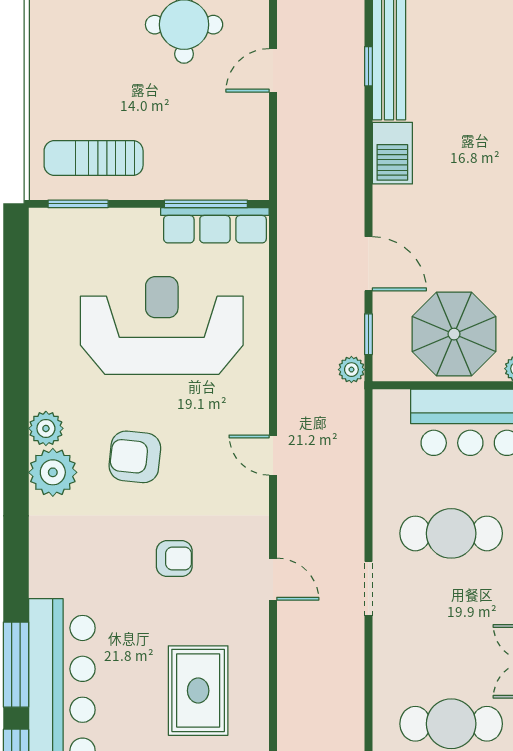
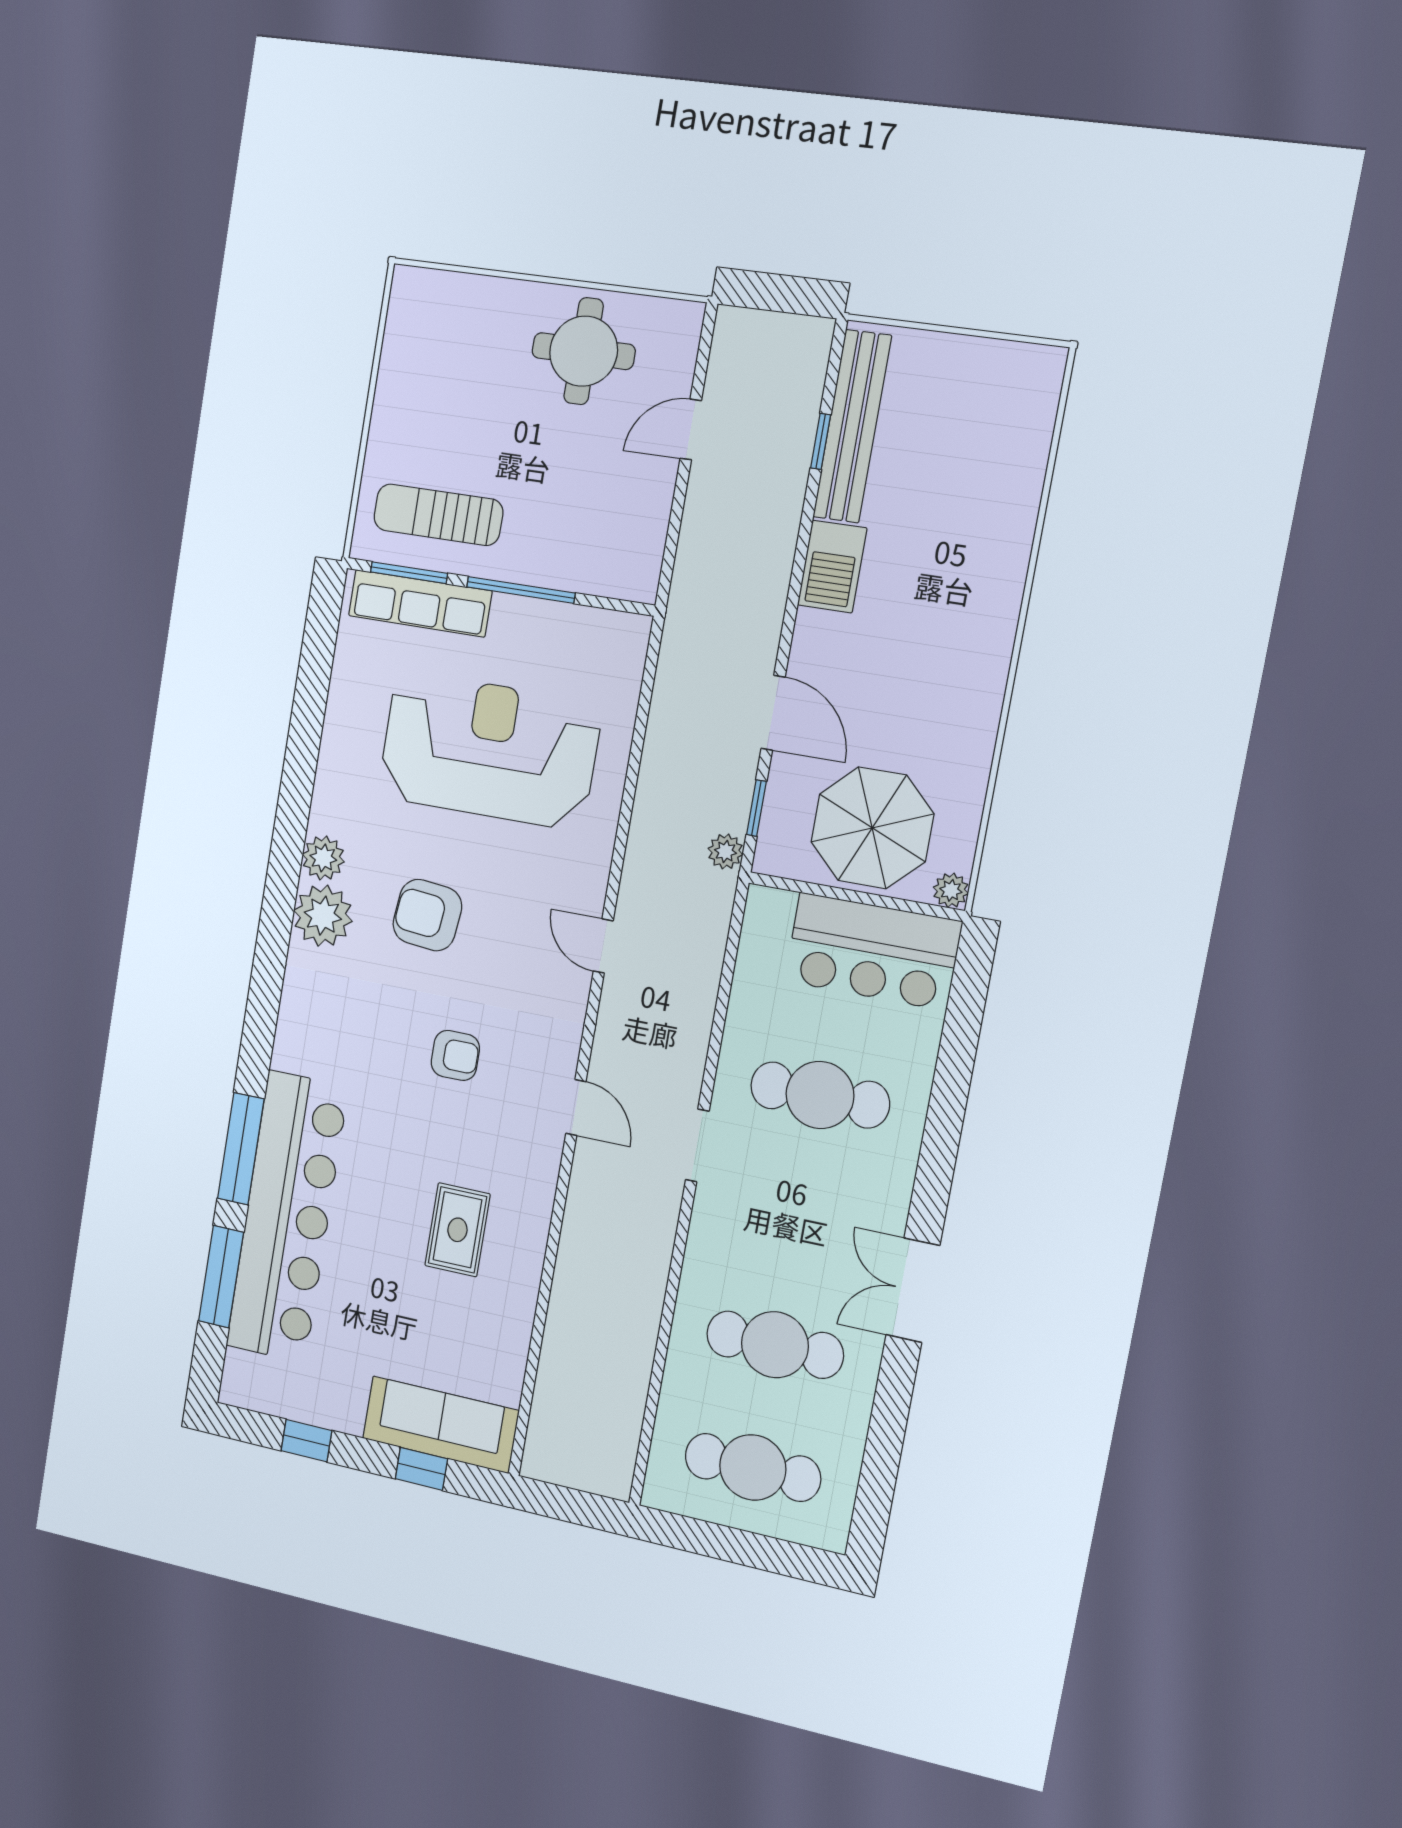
window: (206, 204) -> (521, 590), moved
row of seats: (215, 225) -> (420, 603), moved
rug: (198, 691) -> (457, 1230), width x0.73, depth x0.70

